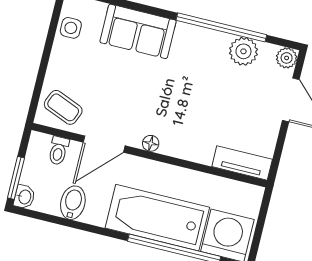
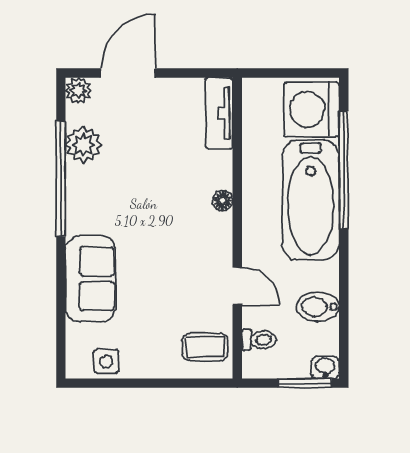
coffee table: (63, 107) -> (205, 347), turned 68
floor lamp: (151, 143) -> (223, 201), moved
door: (104, 144) -> (237, 286), width x0.73

